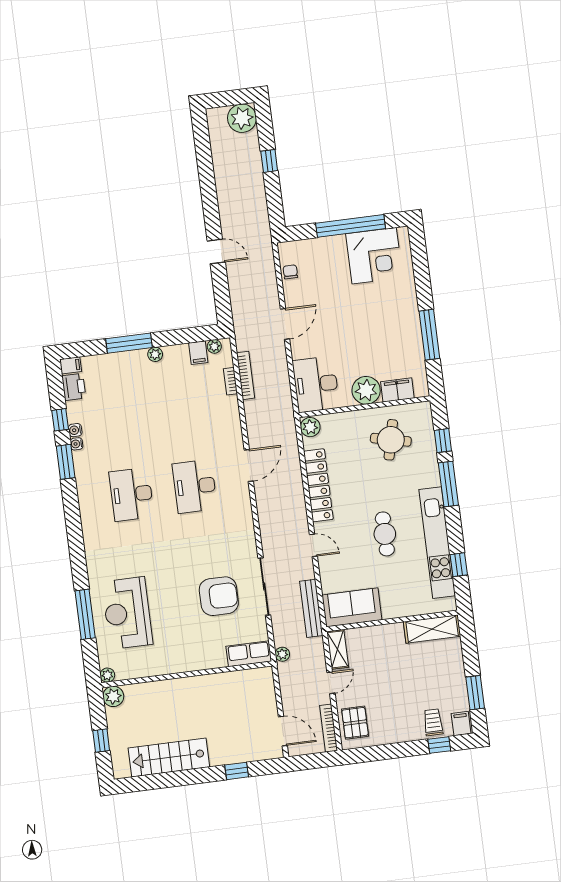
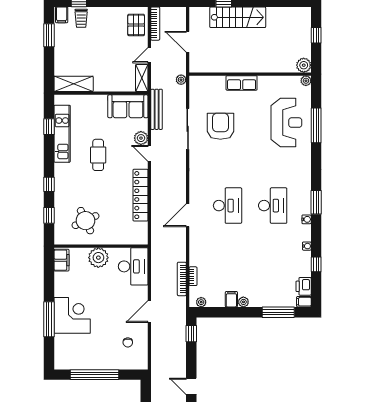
door: (216, 251) -> (191, 386), moved
corner desk: (374, 256) -> (72, 315), moved, turned 90
chair: (290, 272) -> (128, 342), moved
window: (223, 301) -> (191, 334), added
window: (429, 335) -> (49, 319), moved
window: (129, 343) -> (278, 312), moved
filing cabinet: (198, 353) -> (231, 299), moved
filing cabinet: (397, 390) -> (61, 260), moved, turned -90
plant: (310, 427) -> (141, 138), moved
water cooler: (75, 430) -> (307, 219), moved
round table: (391, 440) -> (85, 221), turned -38
window: (66, 462) -> (316, 202), moved
window: (448, 484) -> (49, 184), width x0.46
kitchen unit: (437, 543) -> (62, 134), width x0.73
armchair: (219, 596) -> (220, 126), turned 90
row of seats: (249, 654) -> (242, 83), moved
door: (283, 731) -> (188, 42), moved
stairs: (169, 758) -> (238, 17), moved

